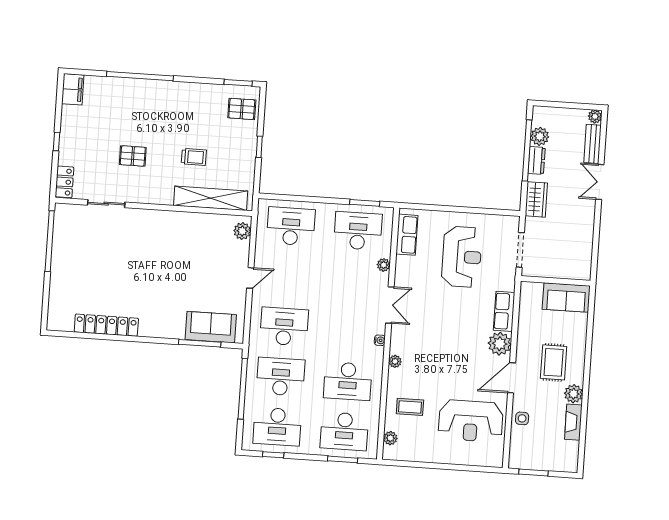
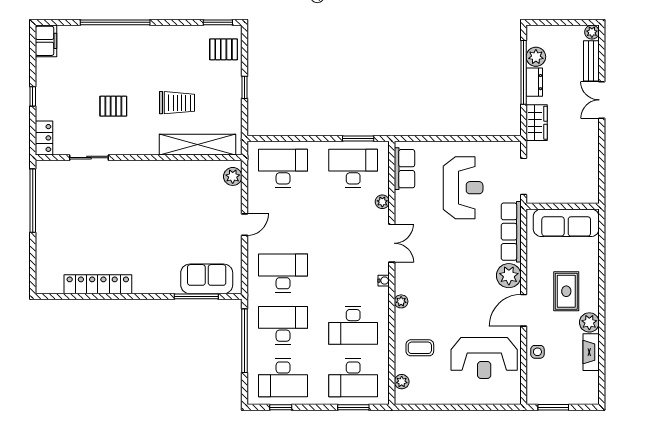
trolley: (194, 157) -> (177, 103), width x1.36, depth x1.39
sofa: (566, 298) -> (566, 223), width x1.36
row of seats: (504, 311) -> (511, 232), width x1.48

